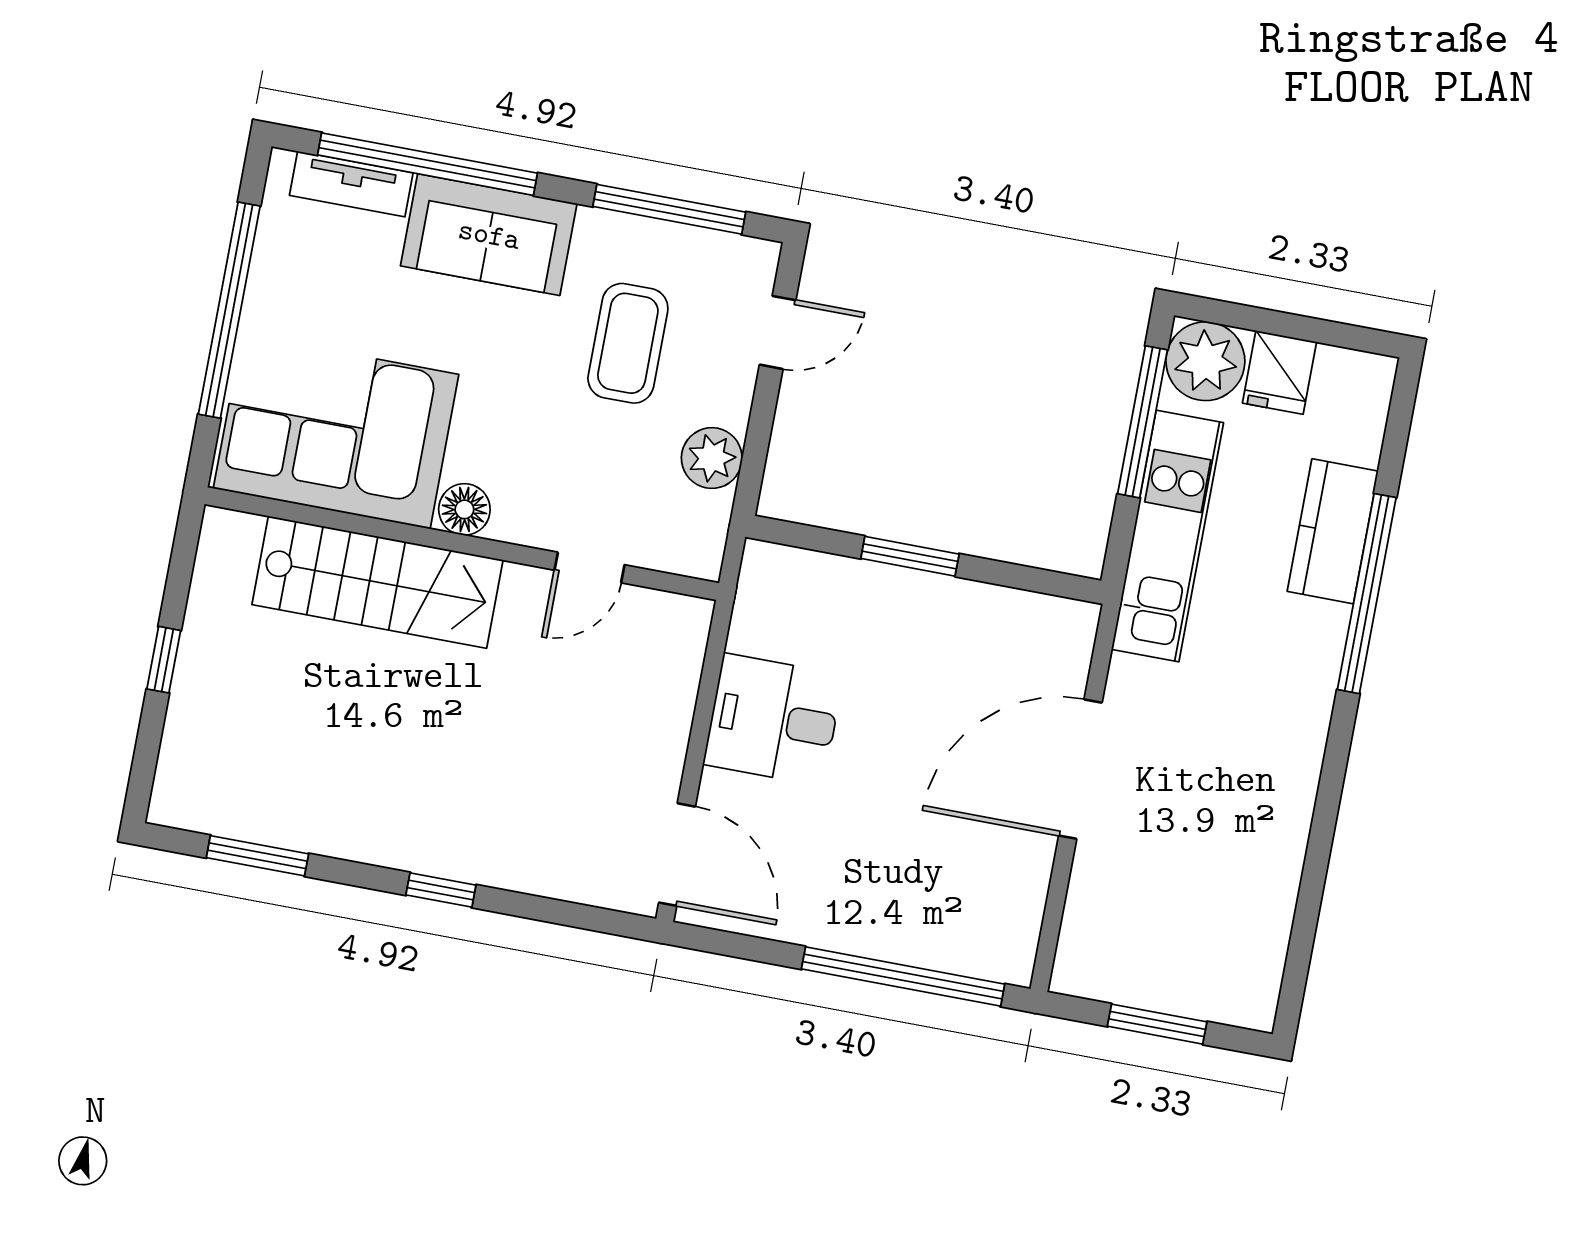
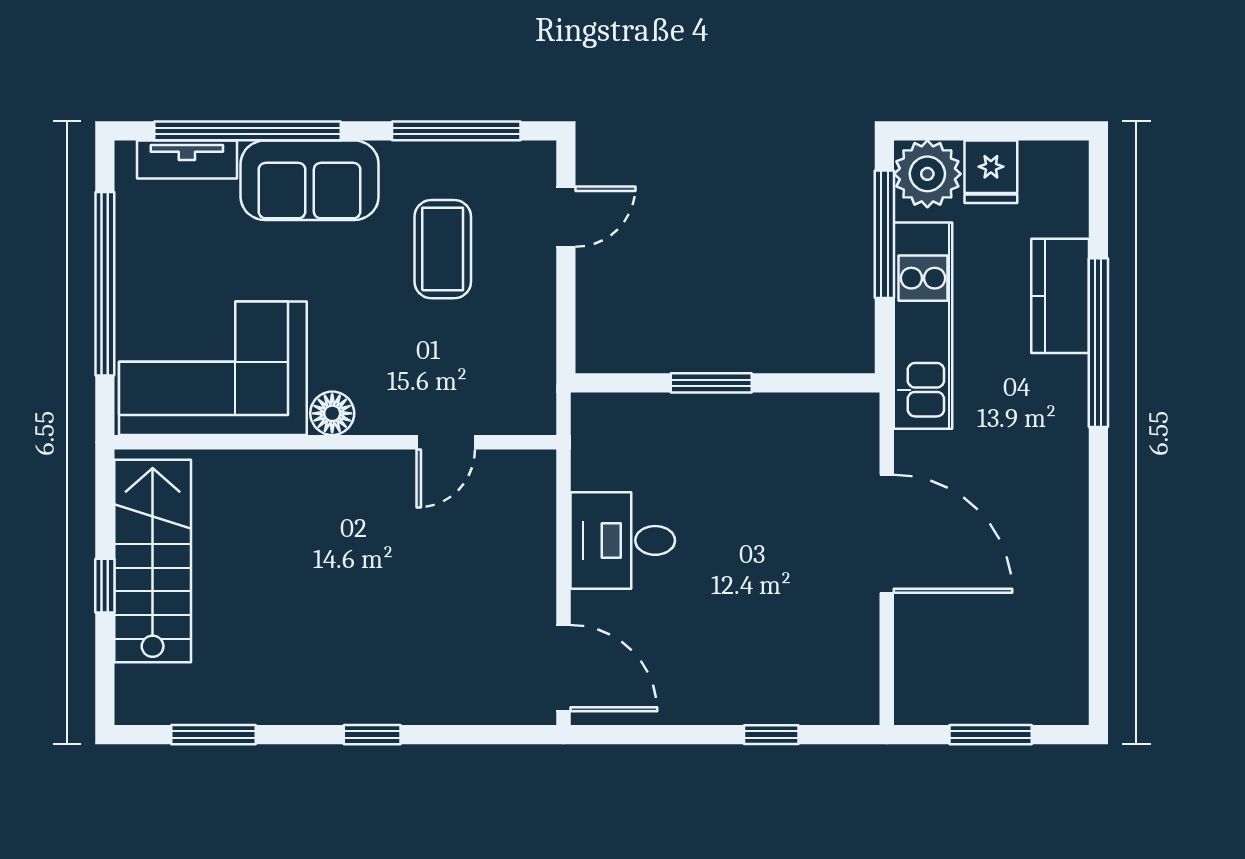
plant: (712, 458) -> (531, 332), removed
stairs: (377, 582) -> (153, 561), moved, turned -90
door: (1080, 769) -> (887, 534), swing flipped
window: (903, 977) -> (771, 735), width x0.32

